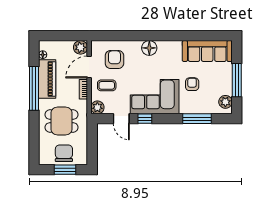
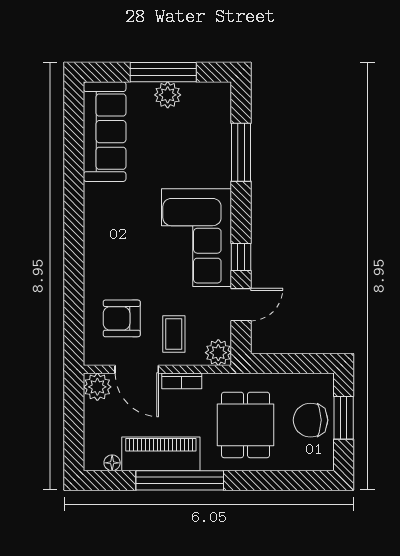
floor lamp: (149, 48) -> (99, 248), removed
armchair: (192, 84) -> (172, 162), removed
plant: (225, 102) -> (168, 95), moved

